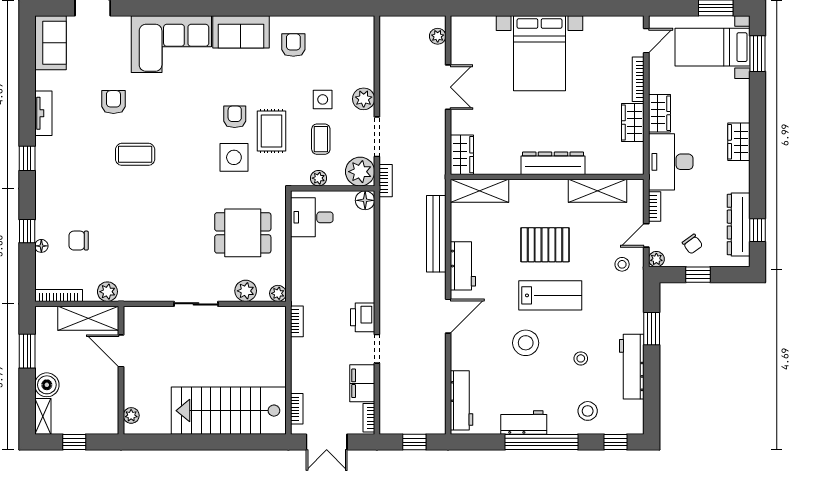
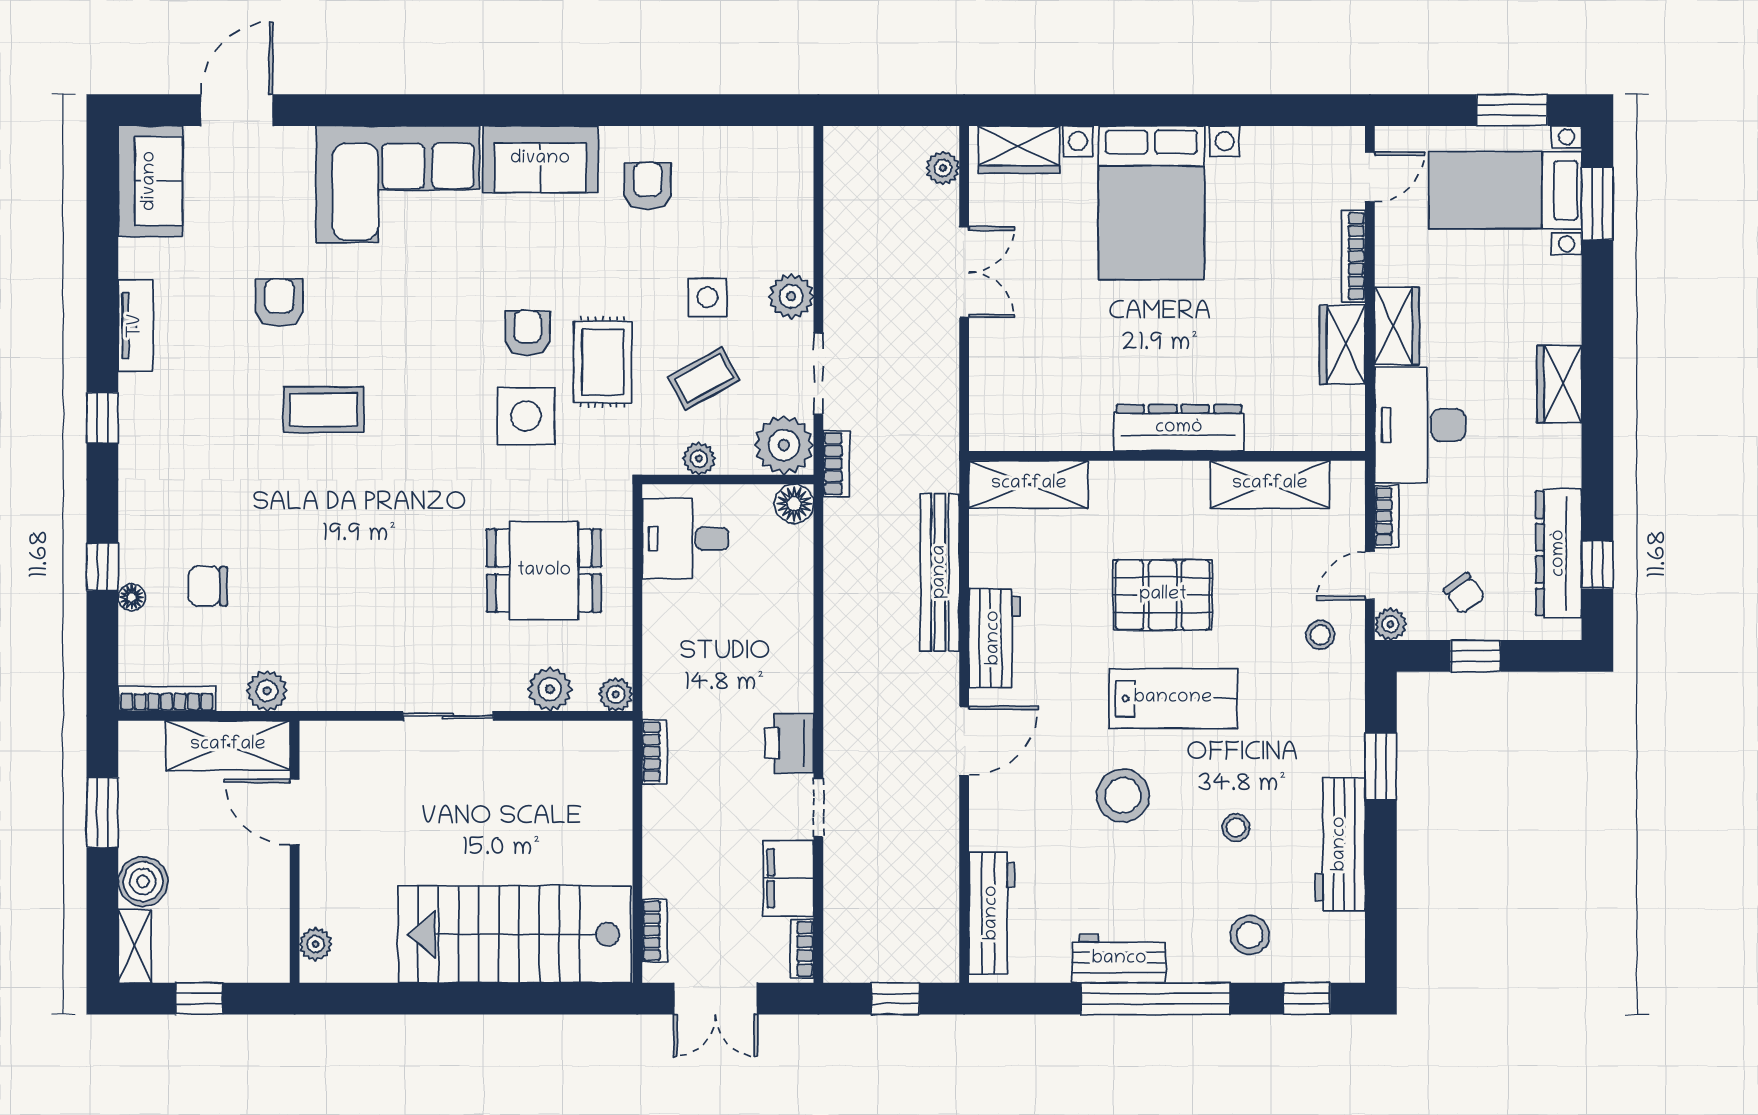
coffee table: (321, 139) -> (704, 379), turned 61
wardrobe: (462, 155) -> (1019, 149), moved, turned 90

